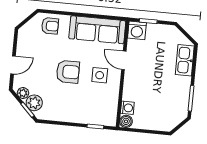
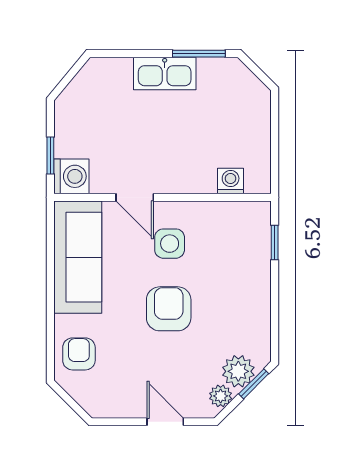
door: (124, 60) -> (135, 197), hinge flipped
kitchen sink: (185, 60) -> (165, 73), moved
boiler: (126, 121) -> (258, 181), removed

